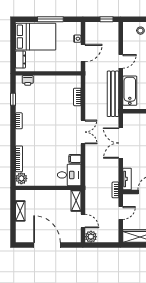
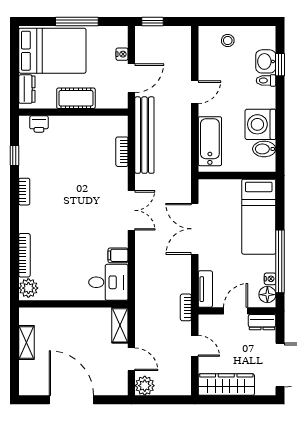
window: (106, 19) -> (152, 22), moved
cot: (50, 65) -> (76, 98), added
bench: (113, 94) -> (144, 135), moved
door: (121, 213) -> (195, 346), hinge flipped

